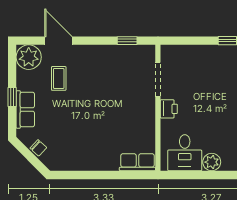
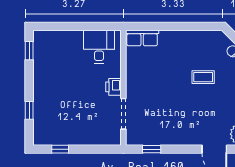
coffee table: (59, 78) -> (203, 77), moved, turned 90
plant: (212, 162) -> (74, 38), removed

